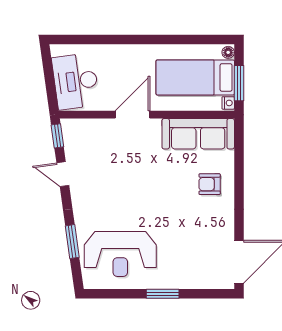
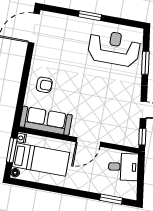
window: (86, 40) -> (111, 199), added
desk: (76, 81) -> (123, 167), width x0.73

